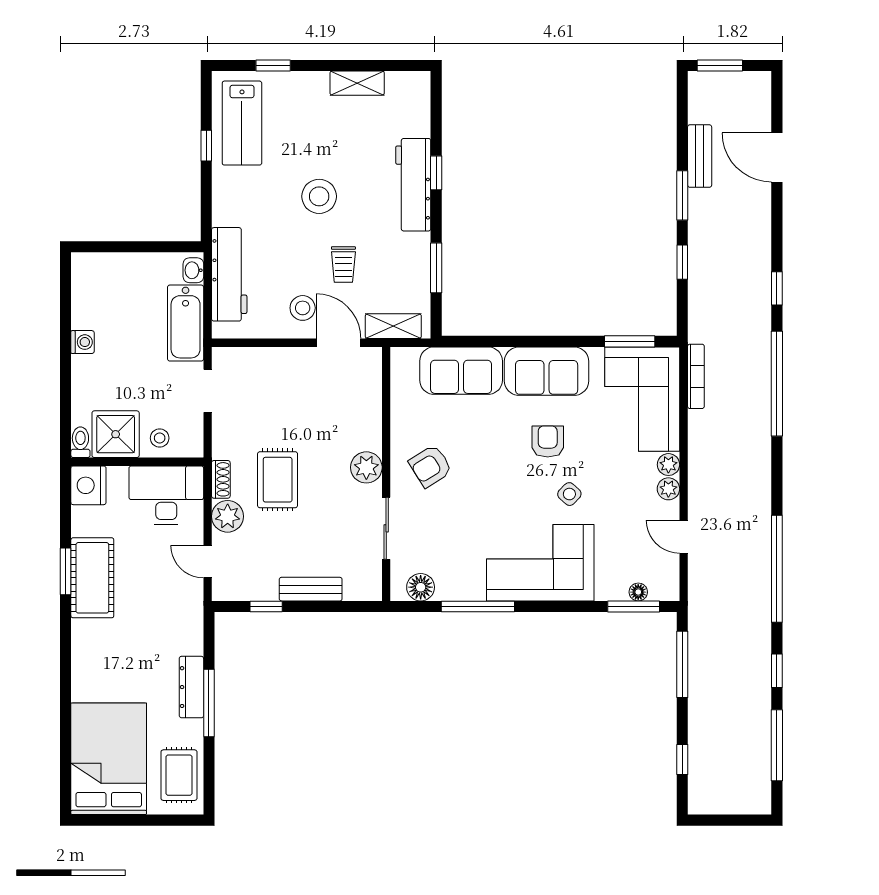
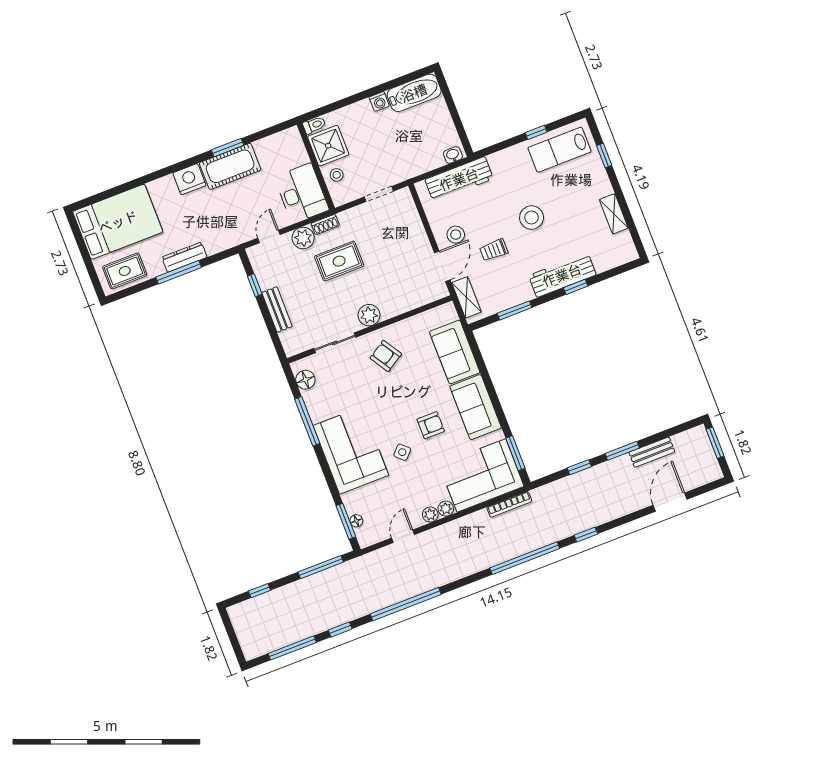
bathtub: (186, 323) -> (414, 93), moved, turned 180
nightstand: (88, 485) -> (189, 179), moved

